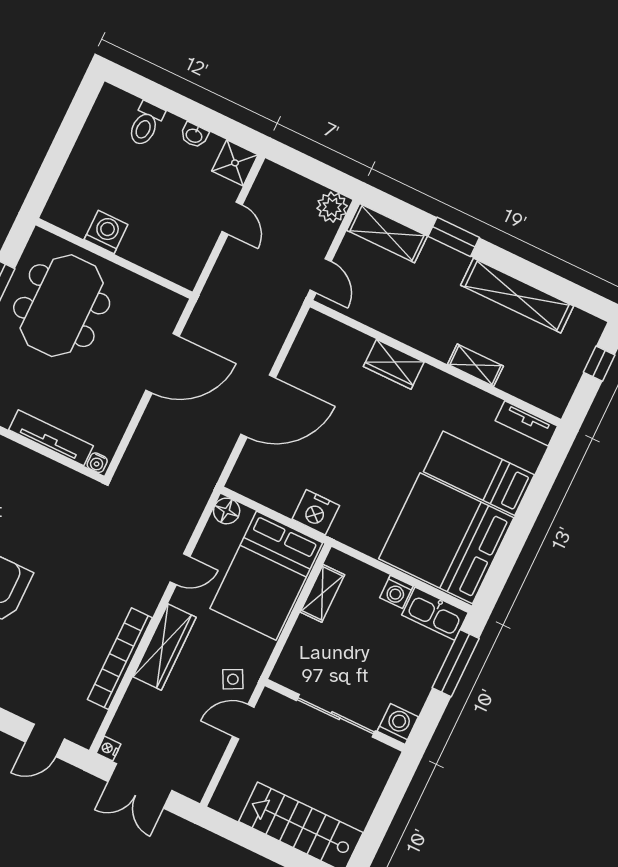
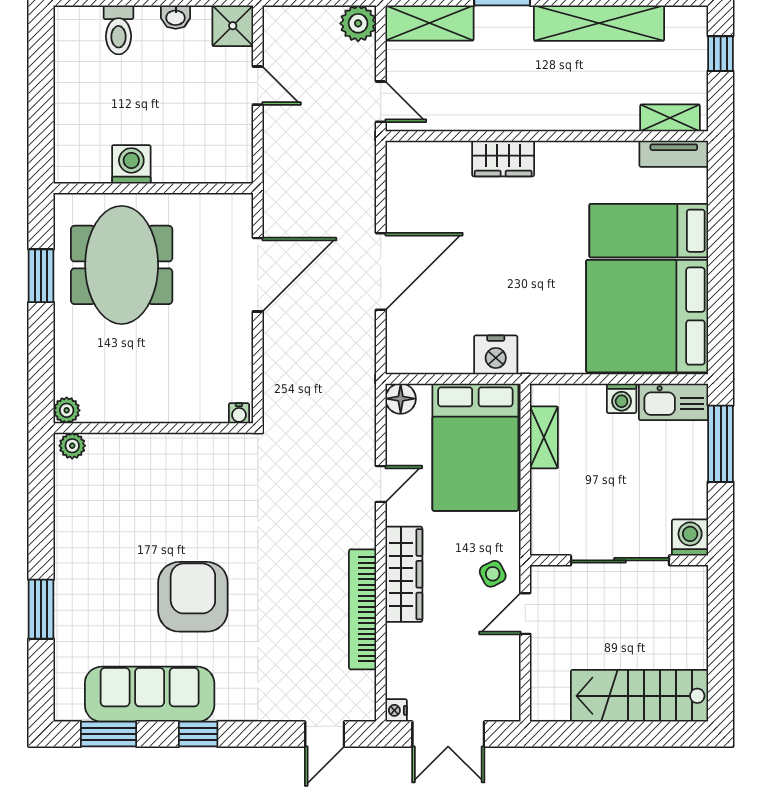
shelving: (475, 365) -> (670, 118), moved
tv unit: (51, 438) -> (177, 410), removed

